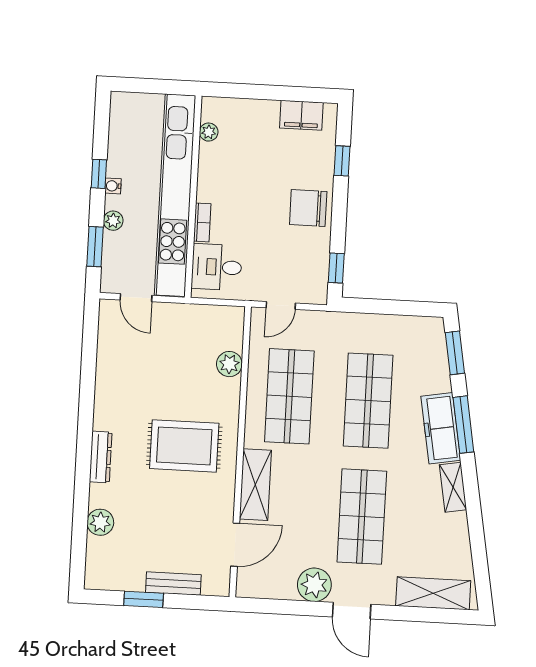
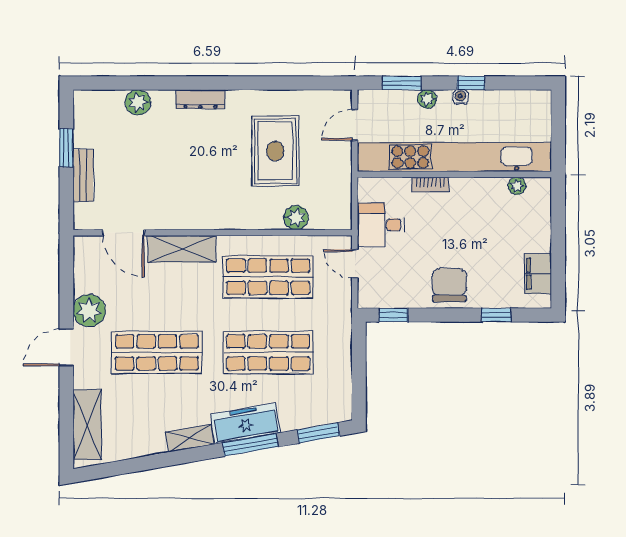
desk: (217, 267) -> (381, 225), moved, turned -90
rug: (184, 446) -> (275, 151), moved

